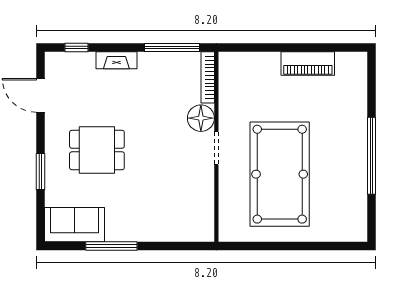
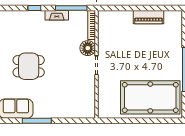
window: (77, 47) -> (34, 8), moved
fireplace: (116, 60) -> (57, 15), moved
pool table: (280, 174) -> (150, 97), moved, turned 90

